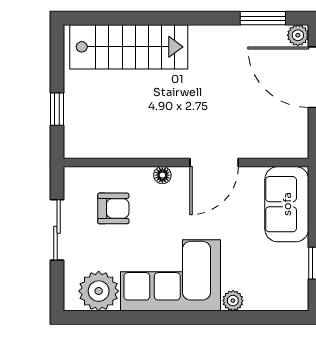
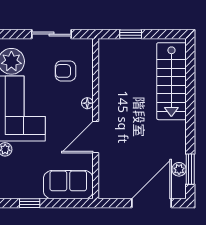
plant: (298, 35) -> (179, 169), moved
door: (214, 163) -> (96, 137), hinge flipped
armchair: (113, 208) -> (65, 71), turned 90

